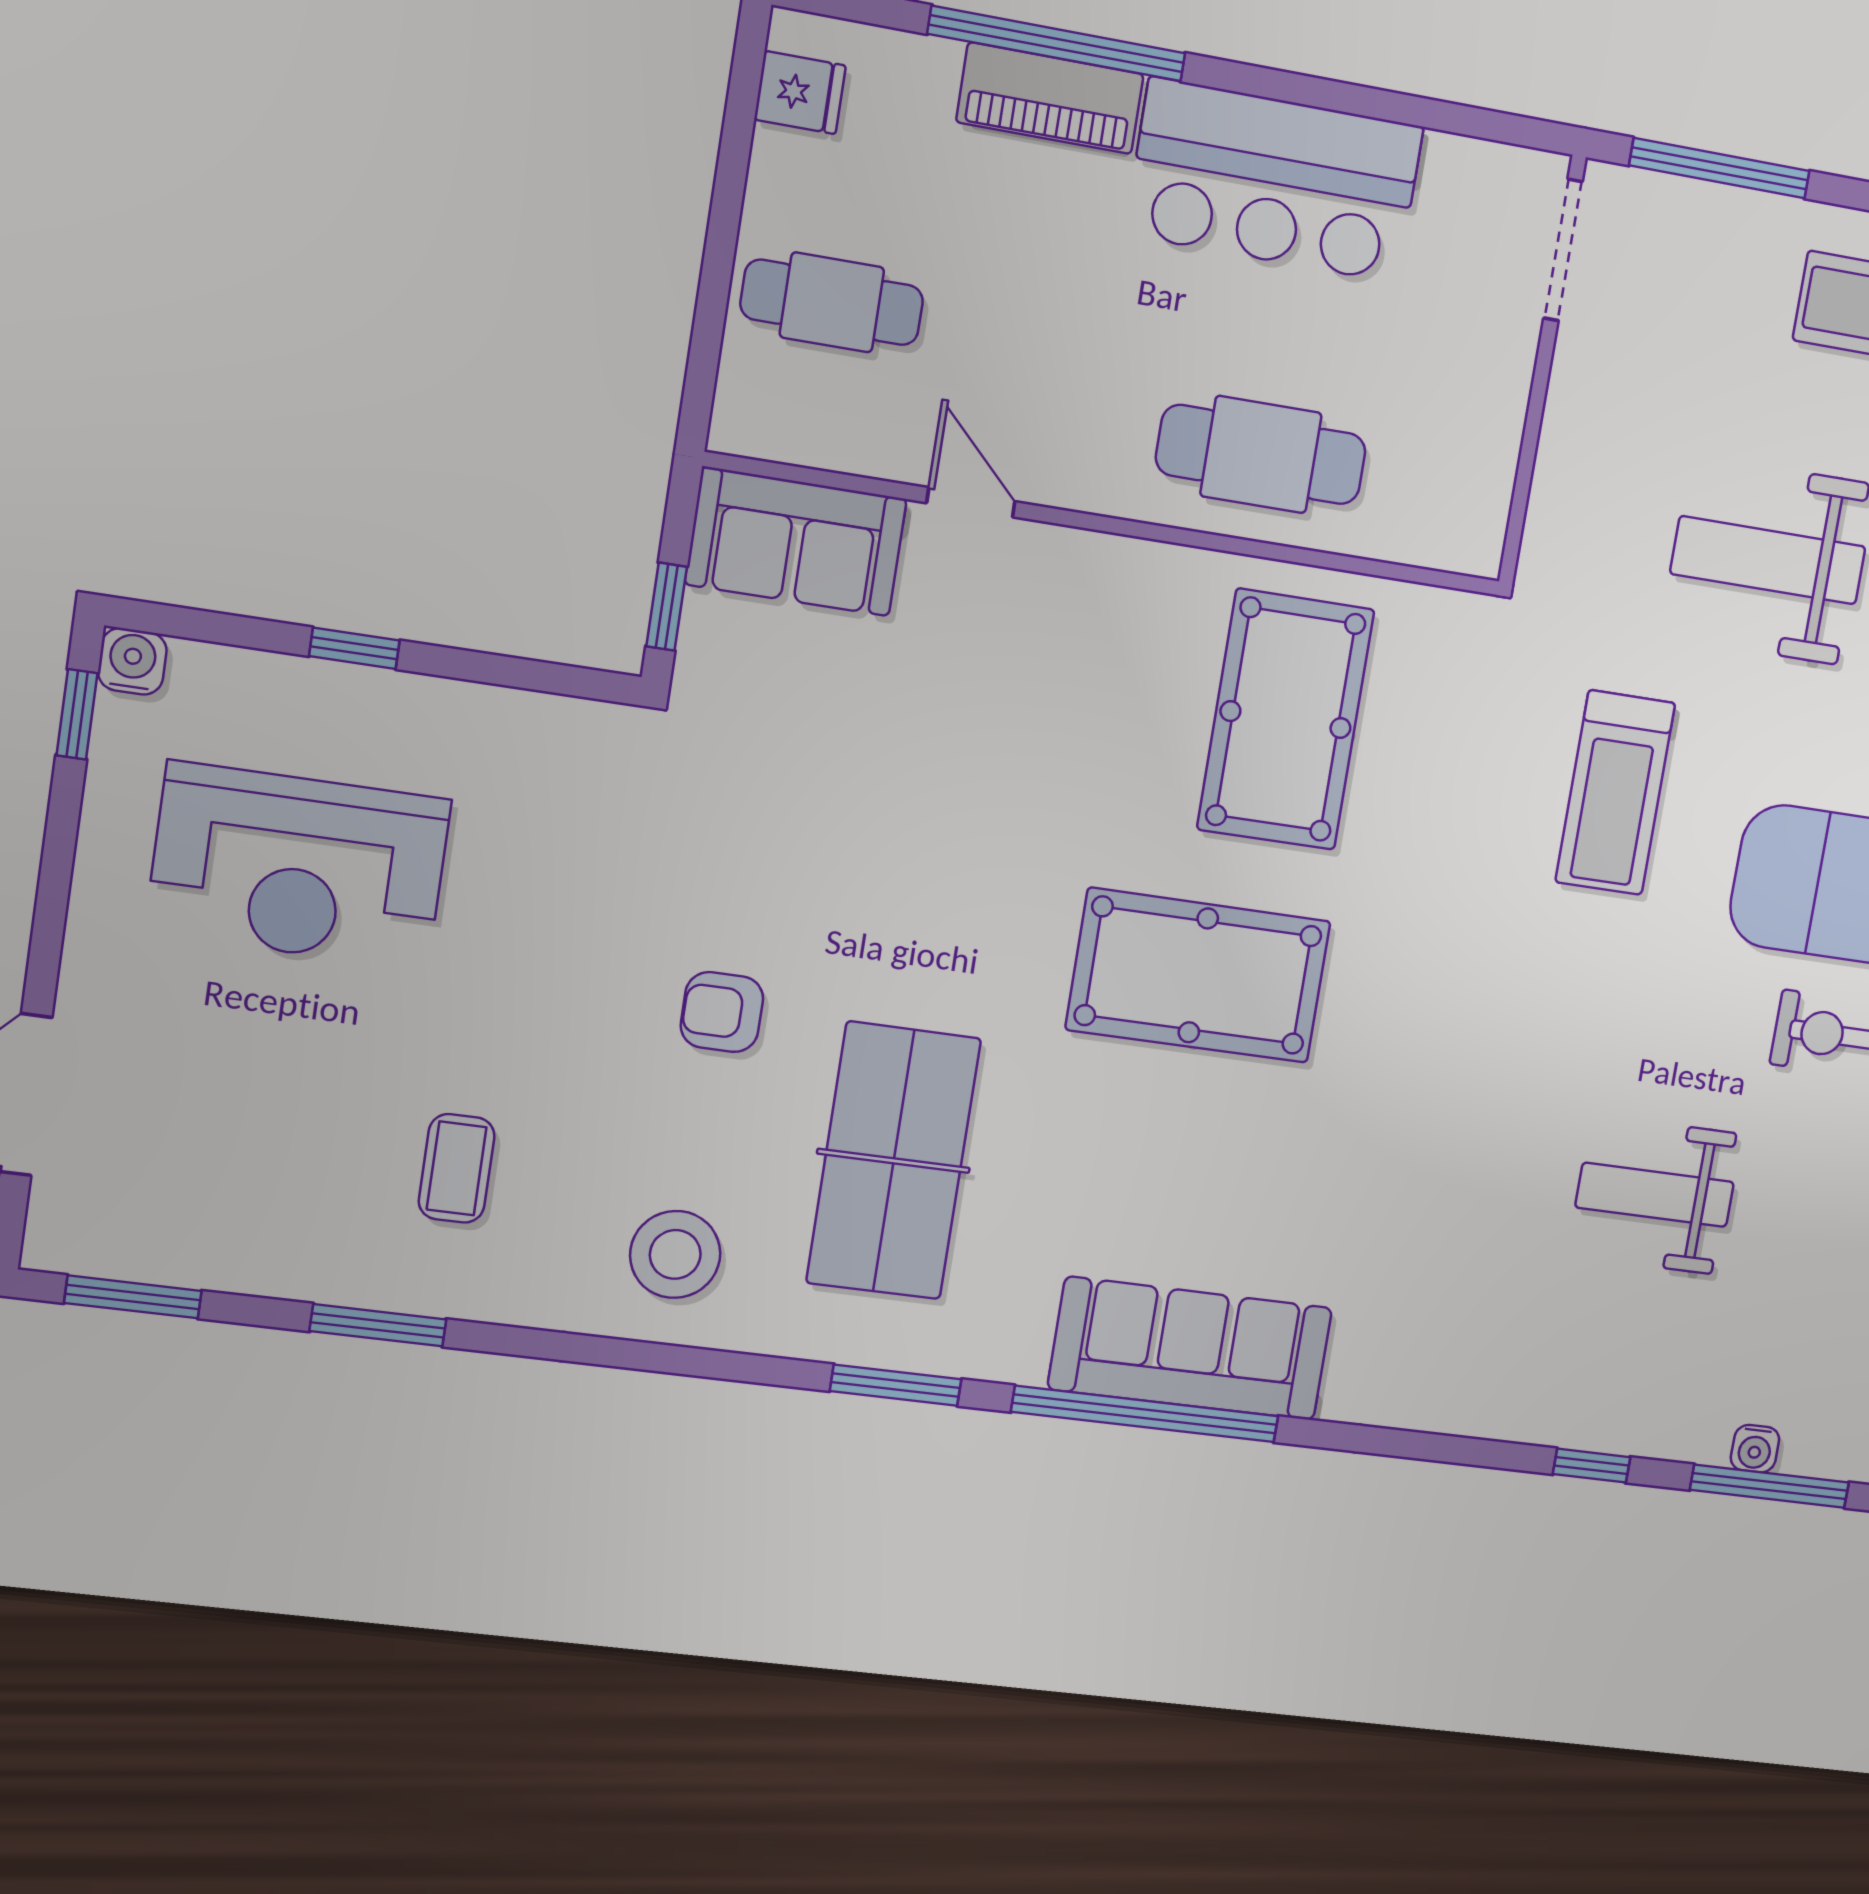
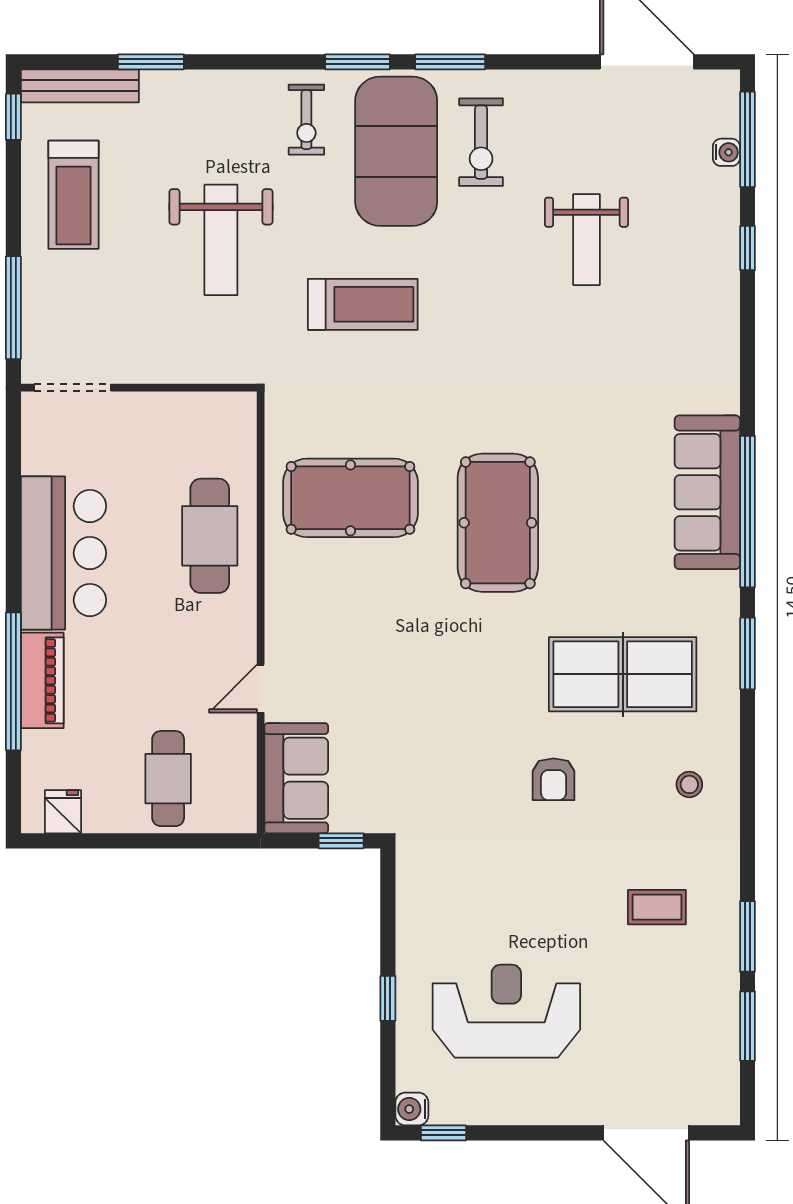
reception desk: (299, 866) -> (506, 1011), turned -90
stool: (675, 1254) -> (689, 784), width x0.53, depth x0.53
window: (133, 1297) -> (747, 1026), moved

